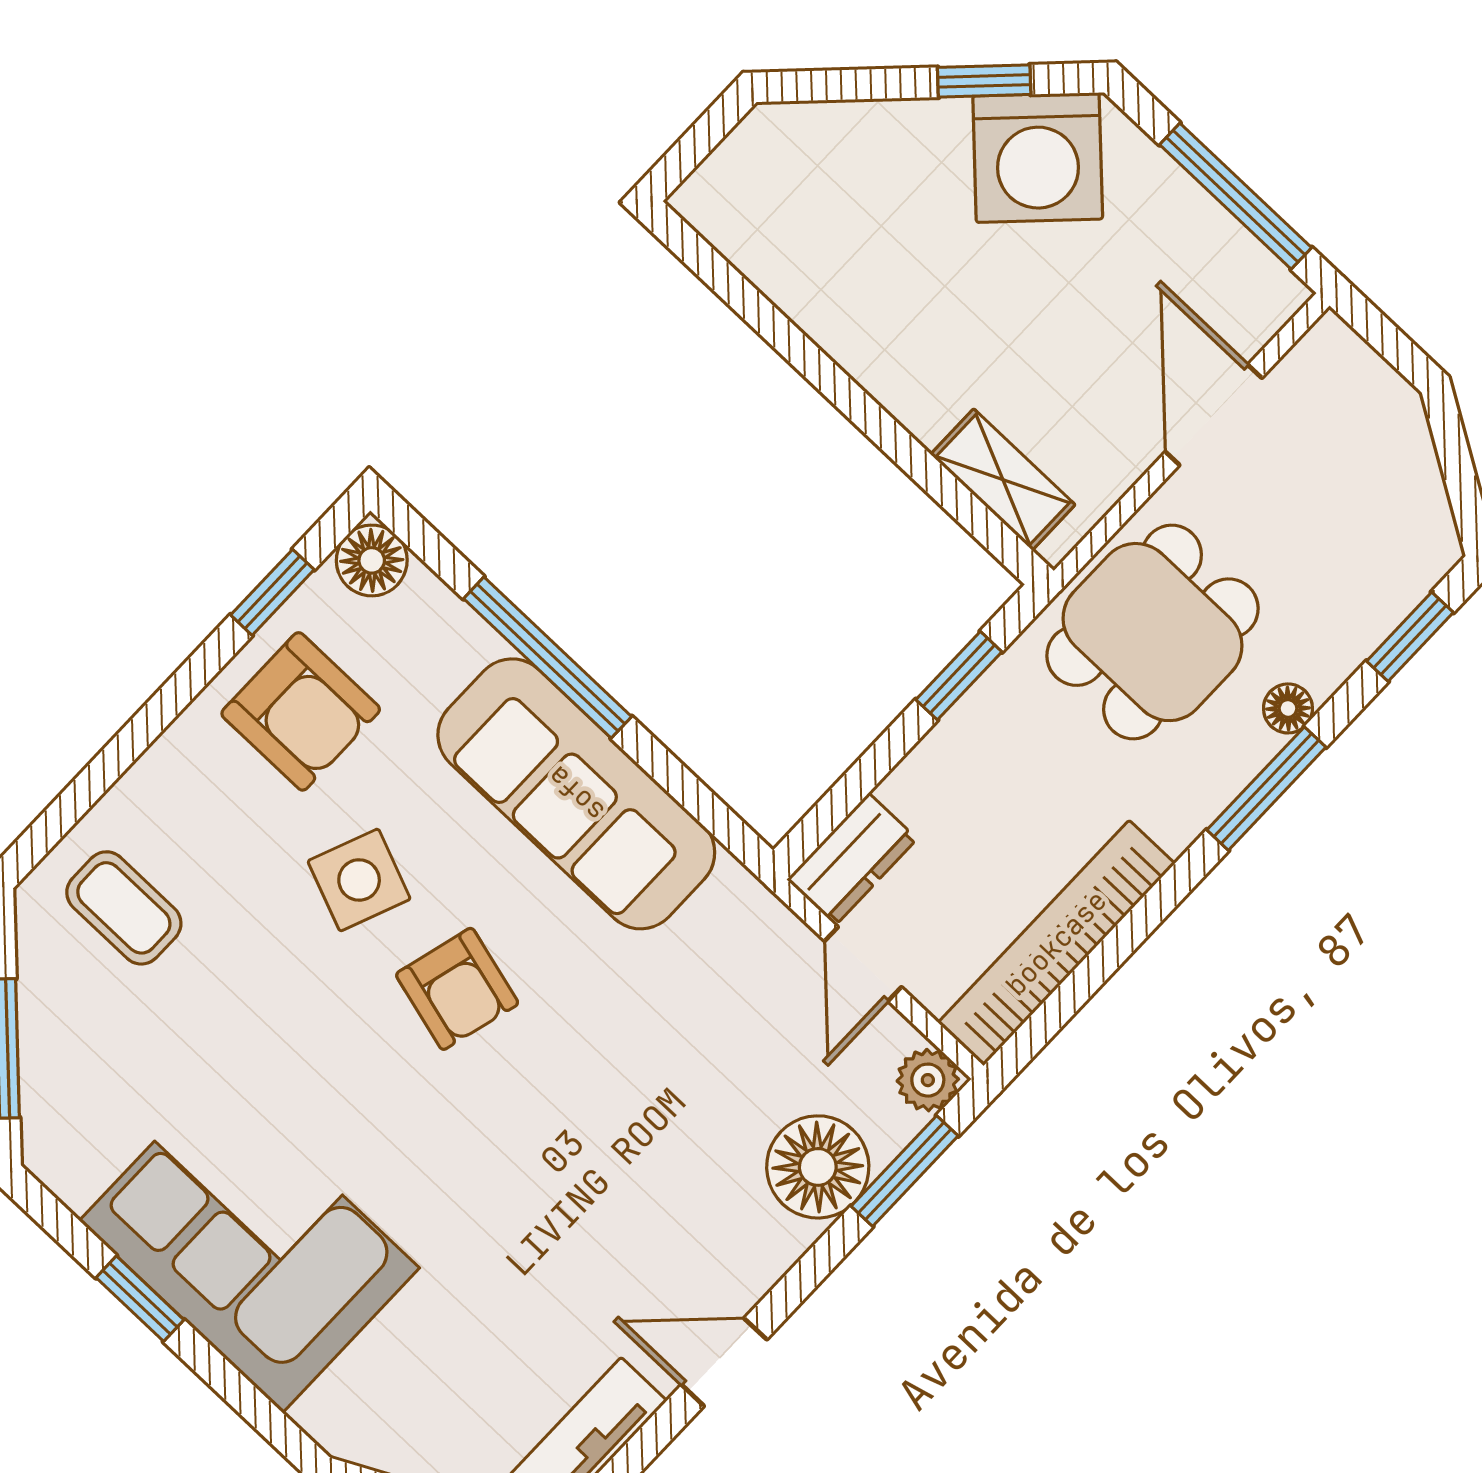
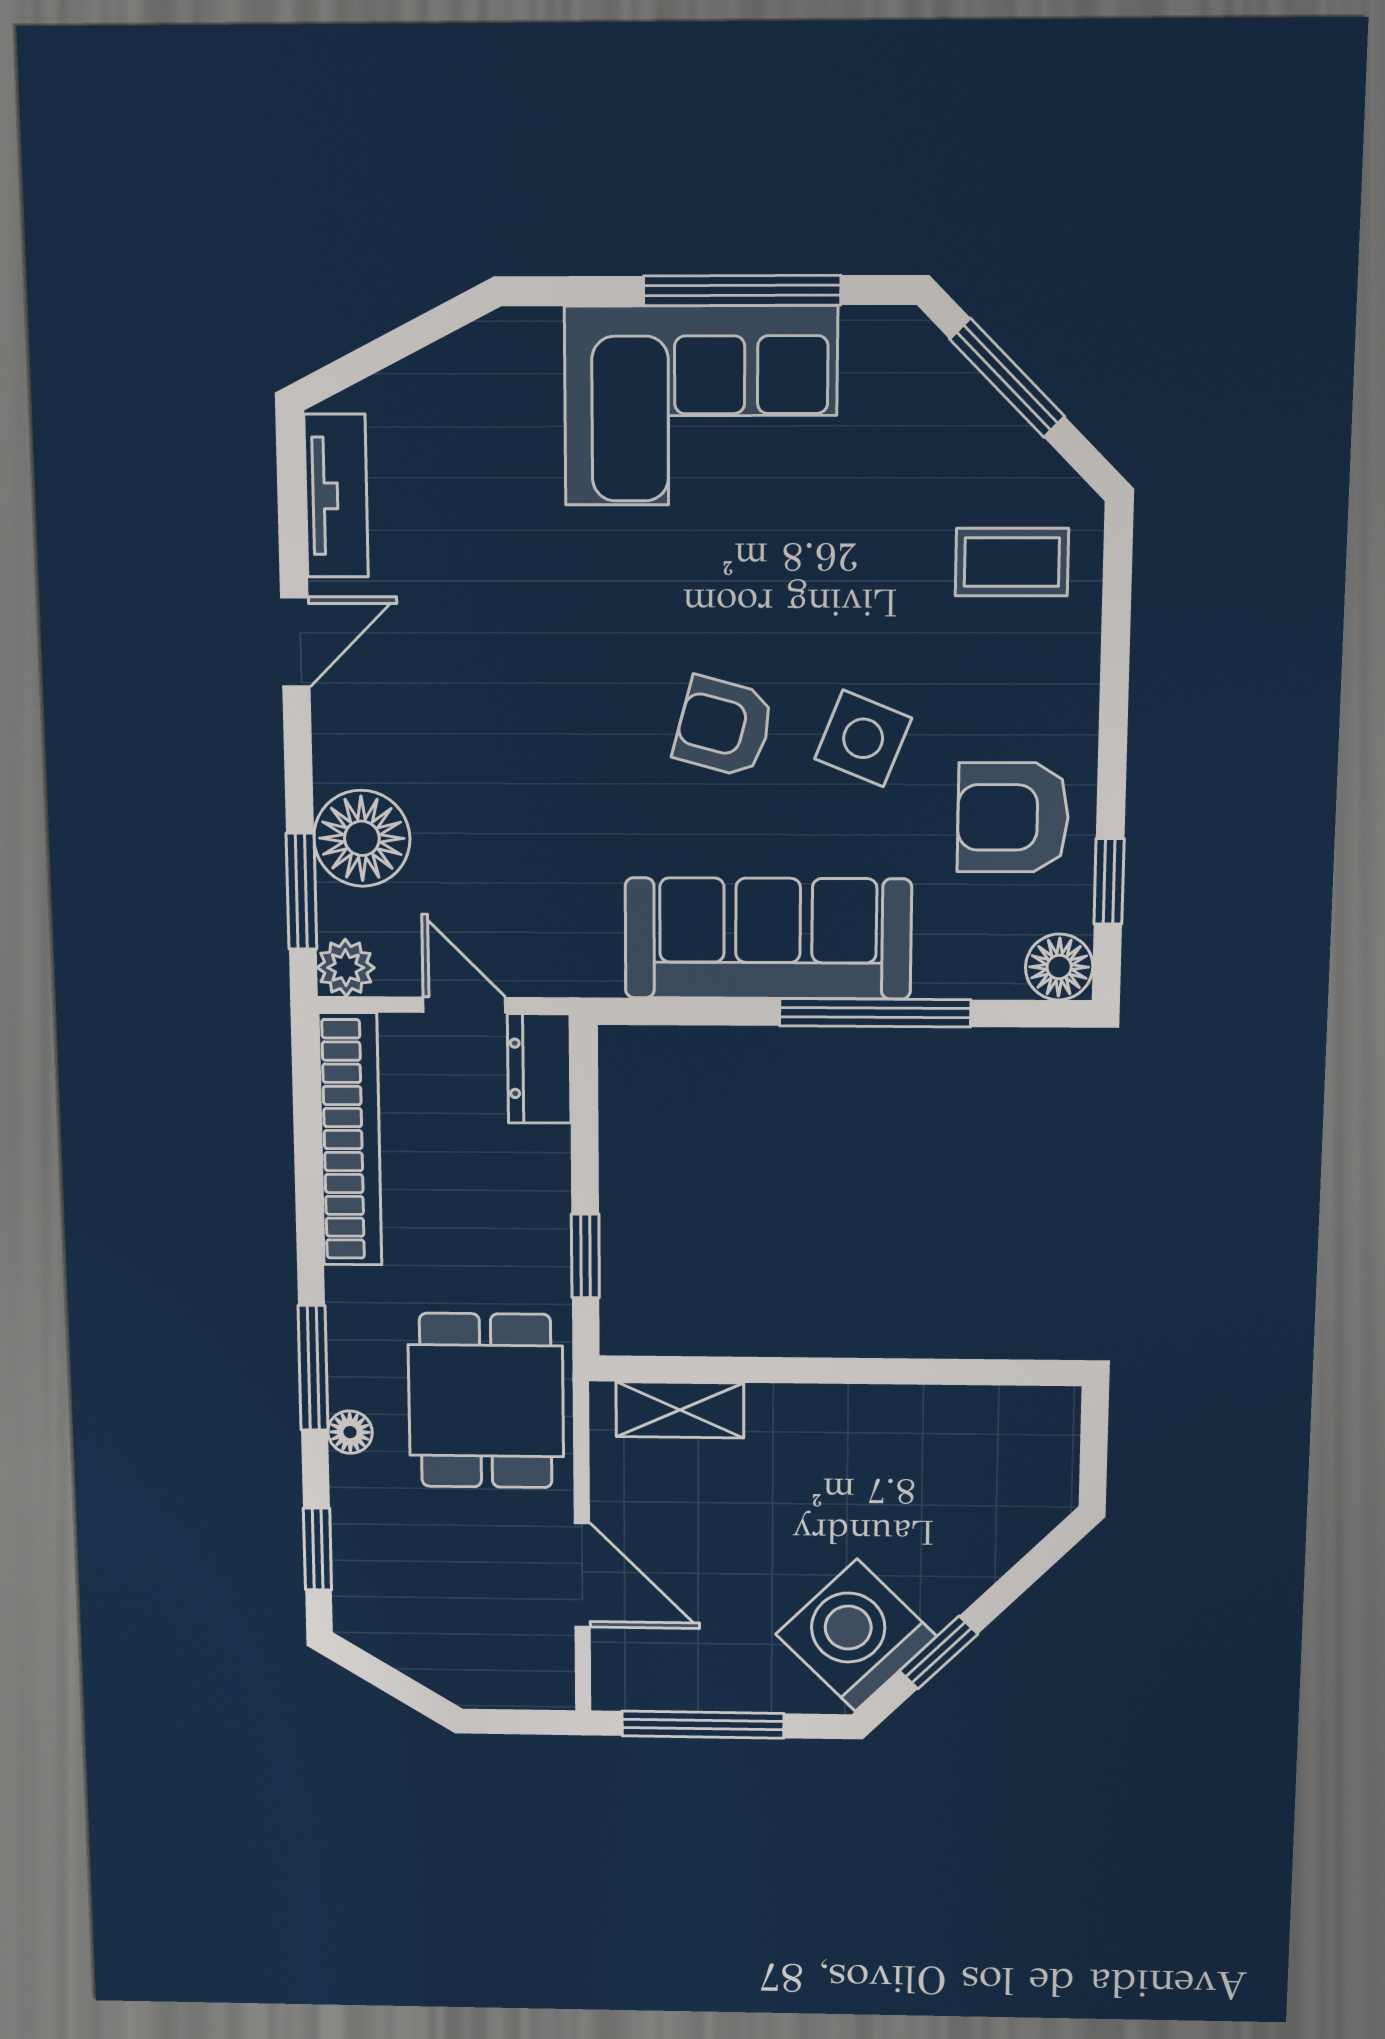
window: (140, 1299) -> (742, 290), width x2.17

